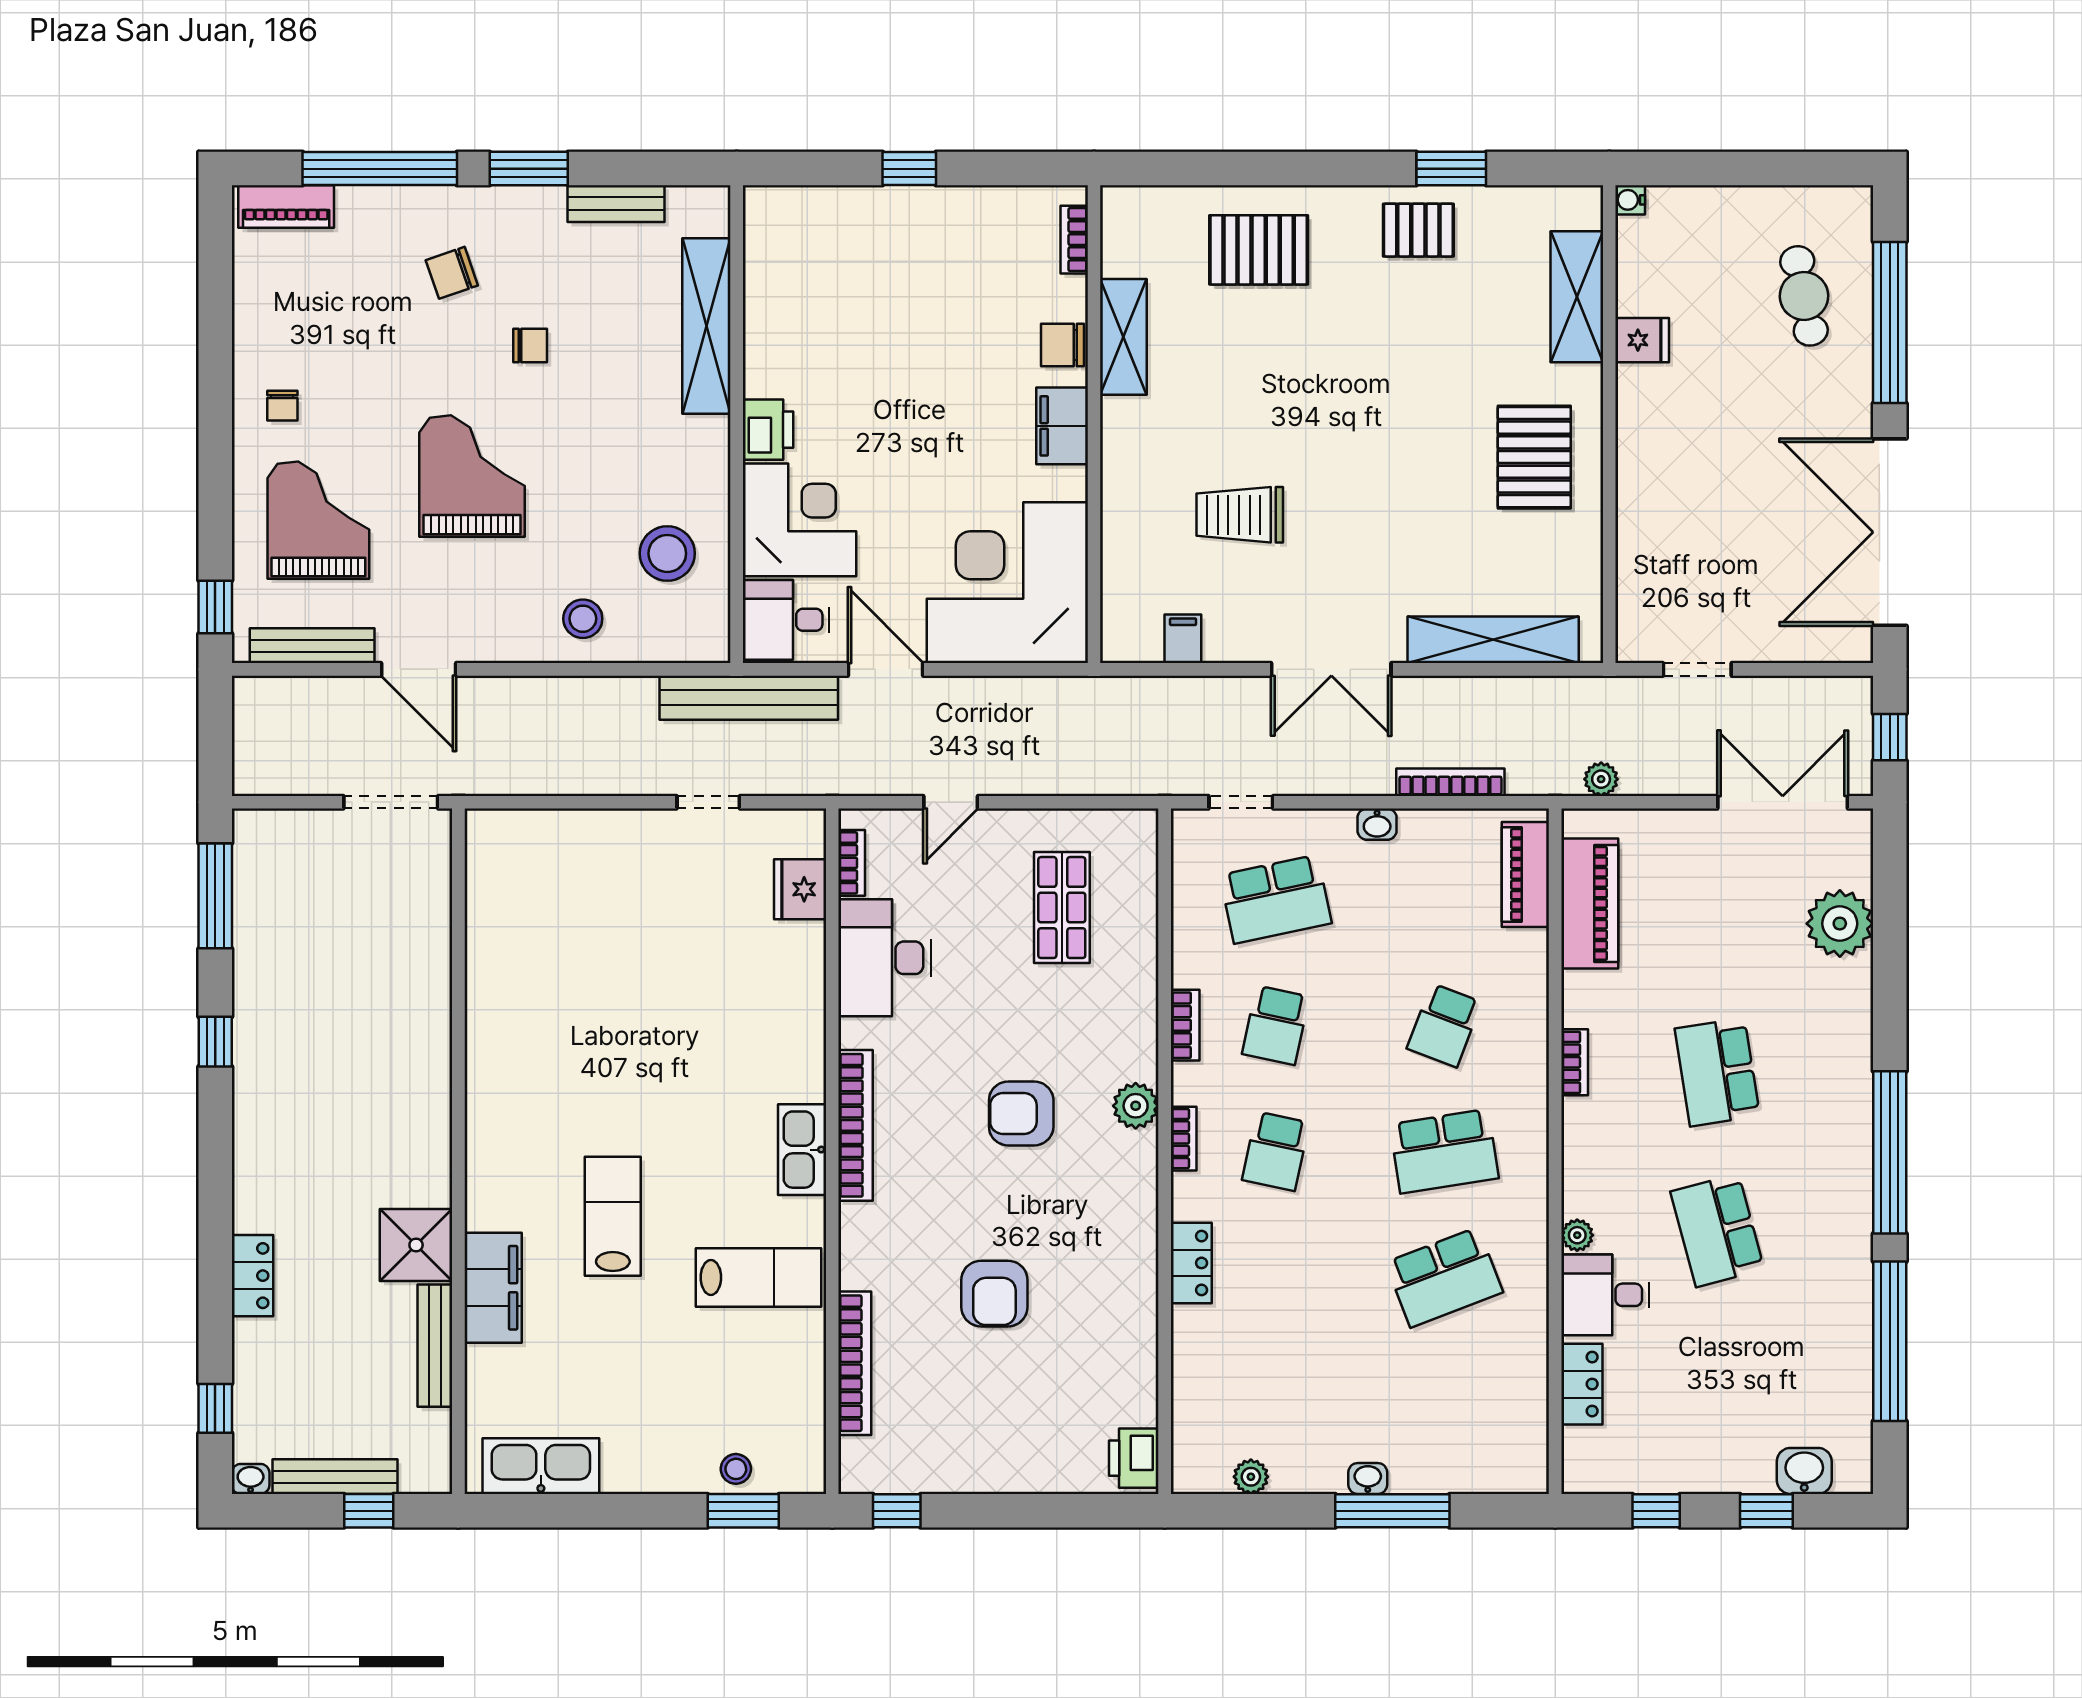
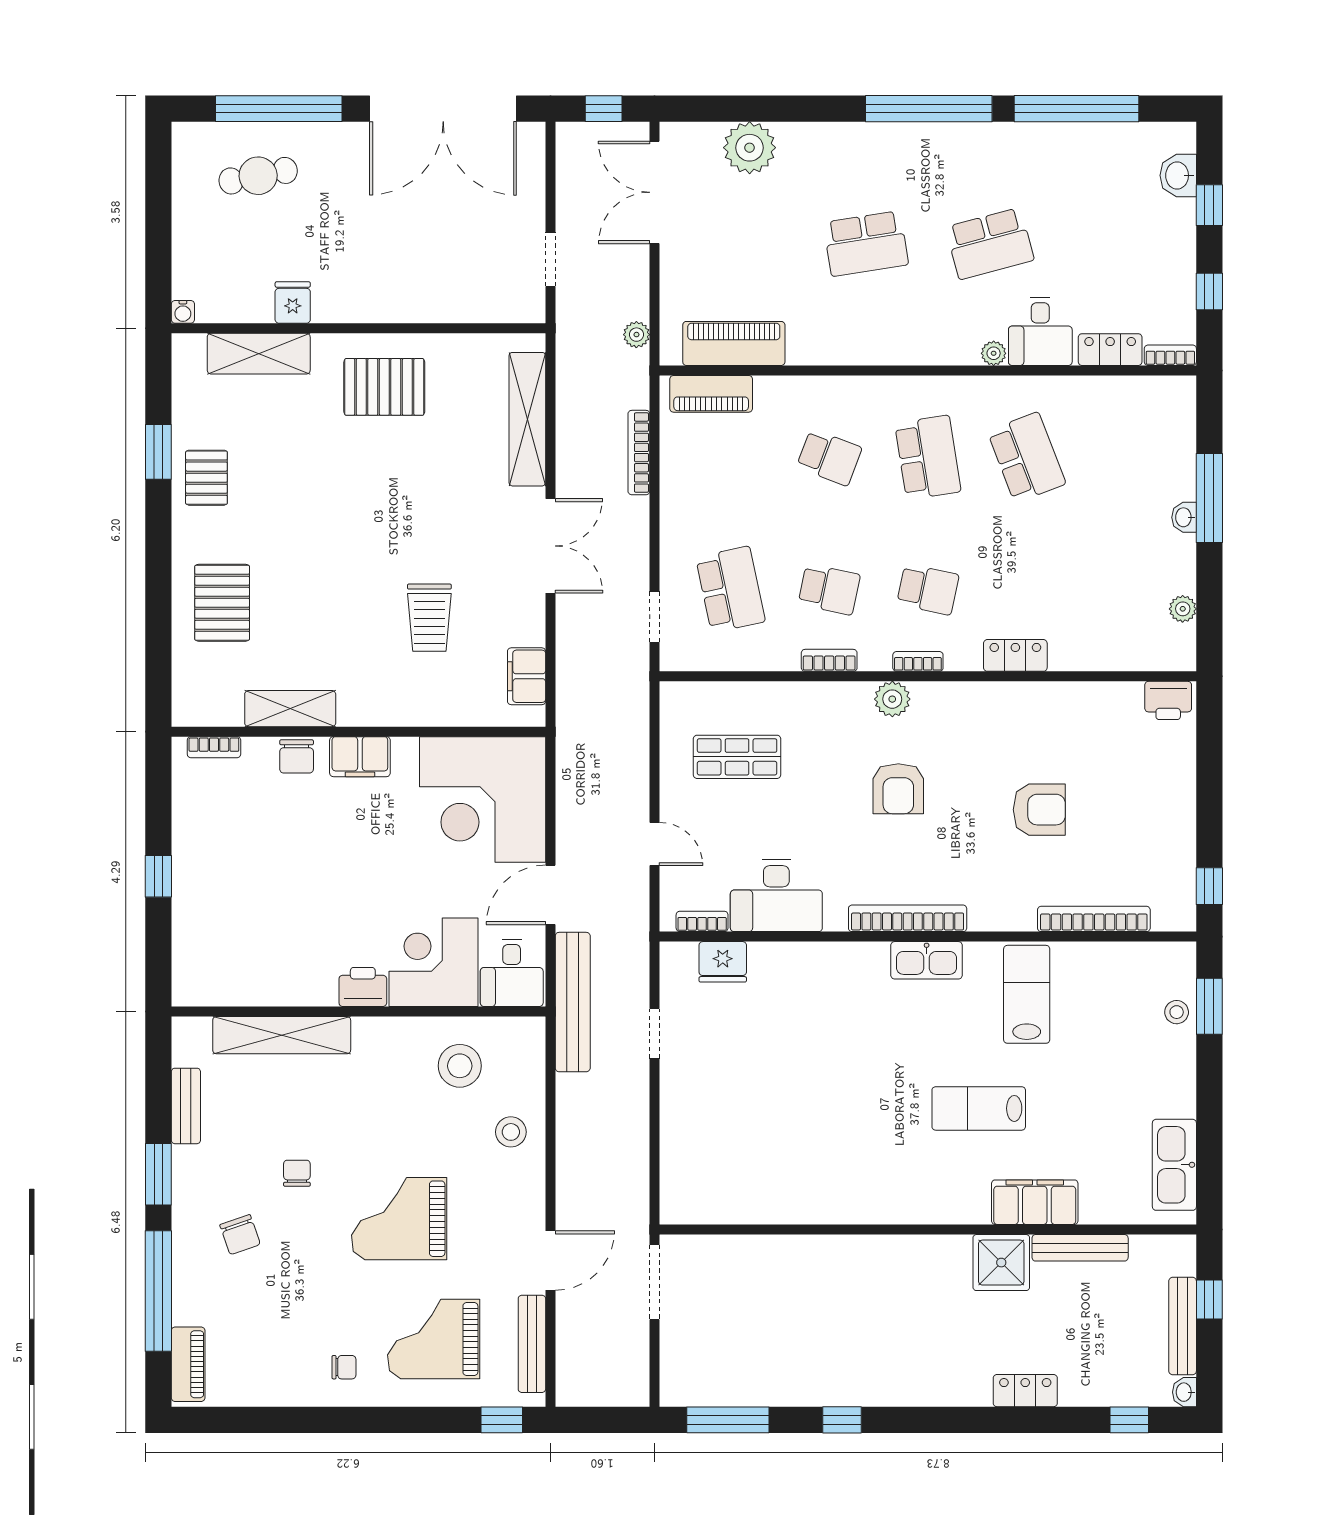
filing cabinet: (1183, 639) -> (527, 676), width x2.00
washbasin: (1377, 824) -> (672, 510), removed
bookcase: (1575, 1062) -> (1170, 355), moved

